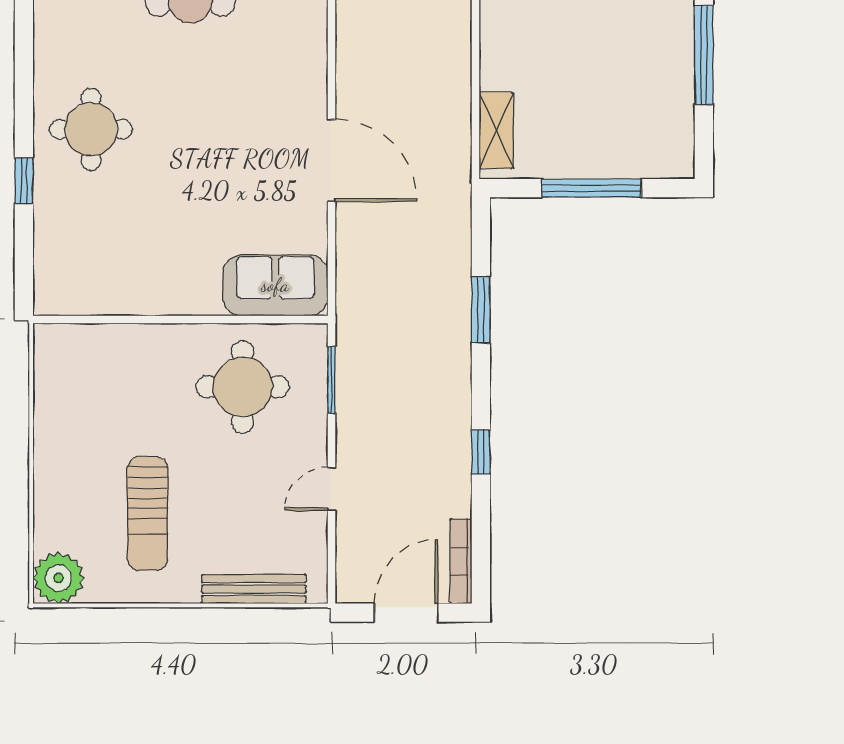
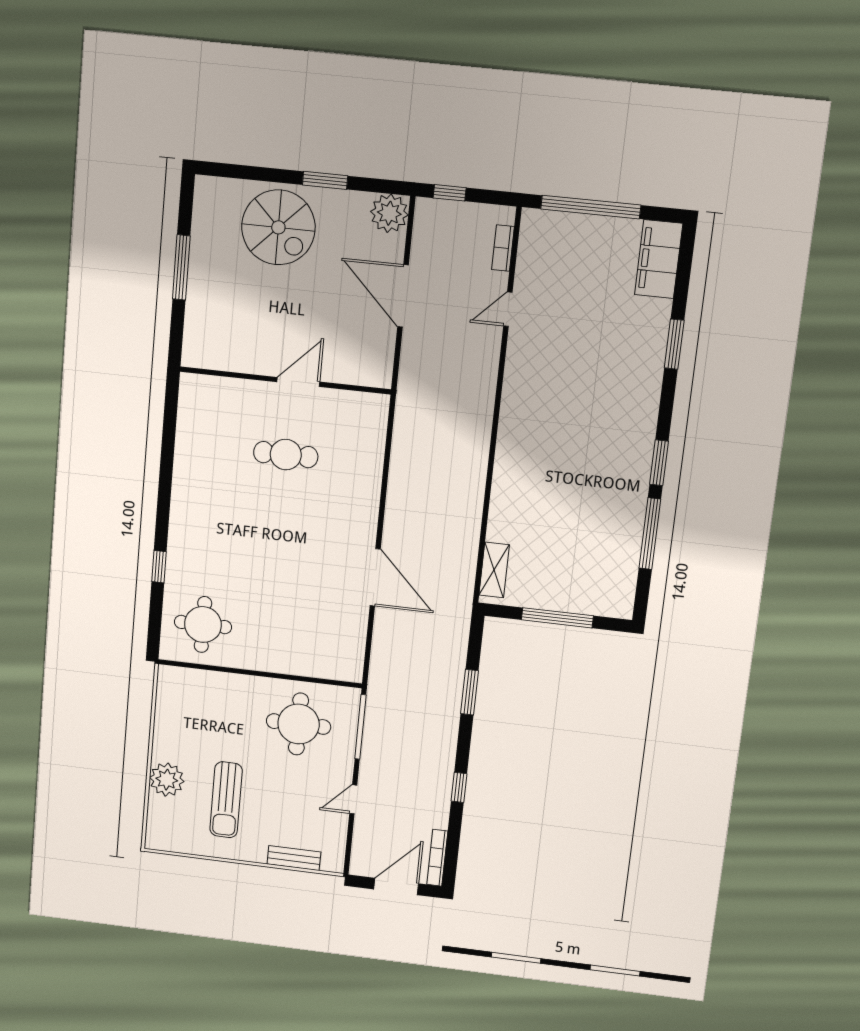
round table: (91, 129) -> (203, 624), moved
sofa: (275, 285) -> (328, 659), removed
window: (332, 380) -> (360, 727), width x1.44
plant: (58, 578) -> (167, 780), moved
bench: (254, 589) -> (294, 858), width x0.73

